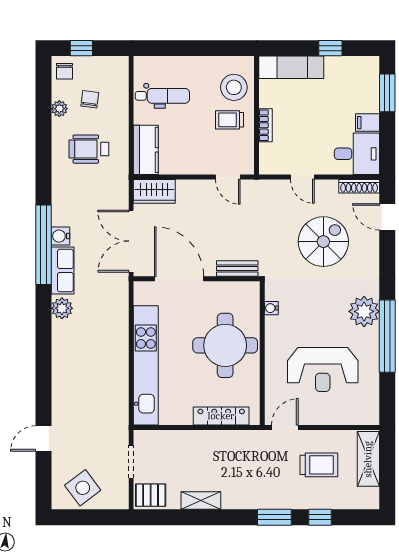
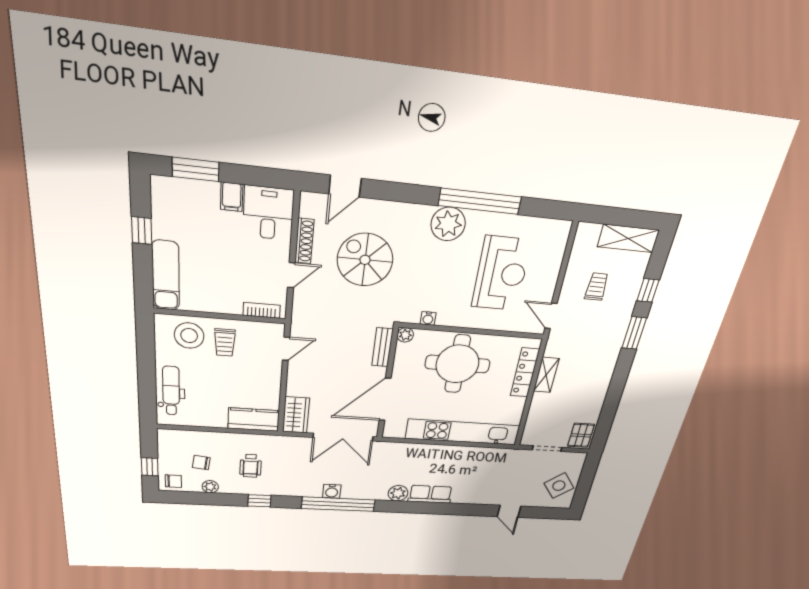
dental chair: (162, 96) -> (171, 391), moved
bookcase: (265, 125) -> (262, 310), moved
wheelchair: (89, 149) -> (251, 466), width x0.73, depth x0.73
window: (43, 160) -> (259, 501), added
shoe rack: (359, 186) -> (304, 241), moved
row of seats: (63, 270) -> (430, 494), moved
plant: (252, 289) -> (405, 335), added
shelving: (368, 459) -> (628, 238), moved
trolley: (319, 465) -> (597, 287), width x0.73, depth x0.72
shelving: (201, 500) -> (546, 375), moved

